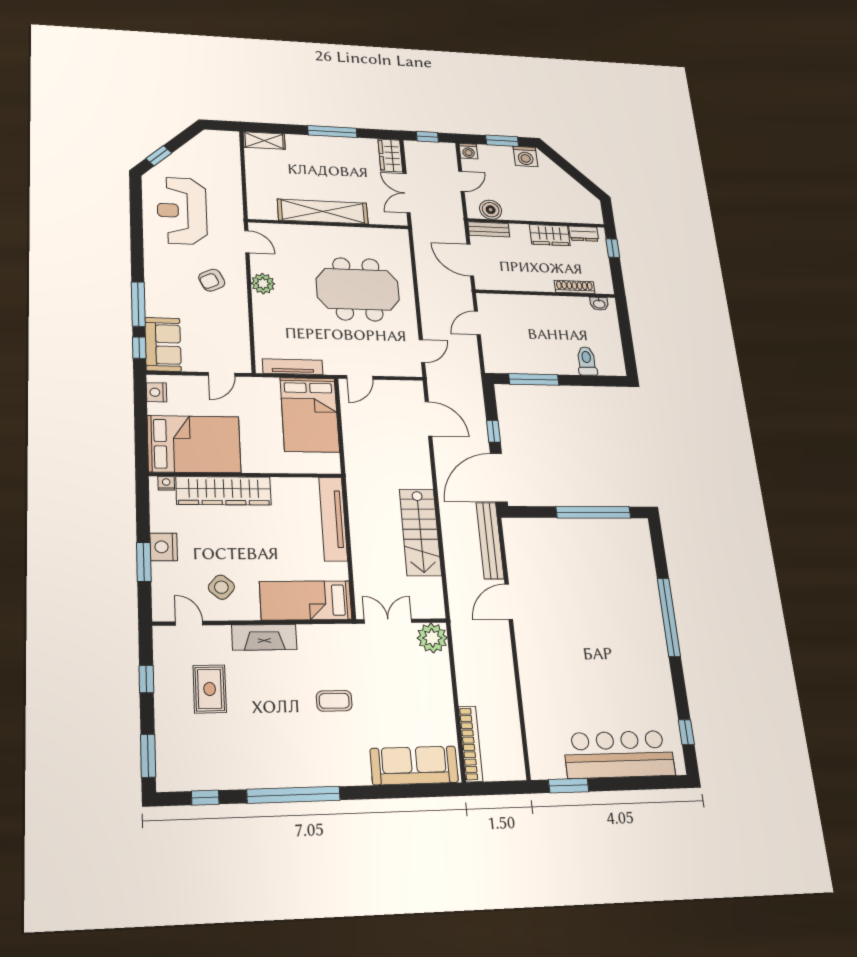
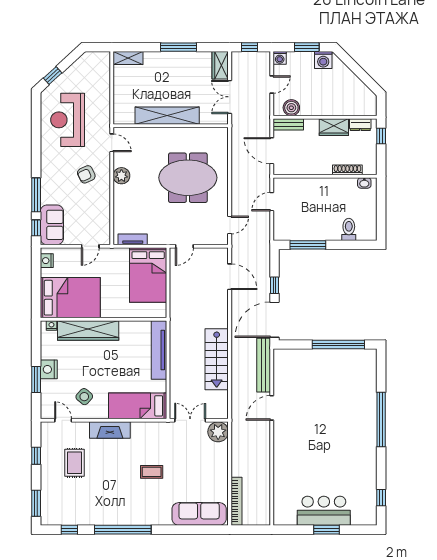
tv unit: (293, 367) -> (133, 239), width x0.71
bar counter: (619, 754) -> (324, 511), width x0.73
window: (569, 786) -> (326, 530), moved

